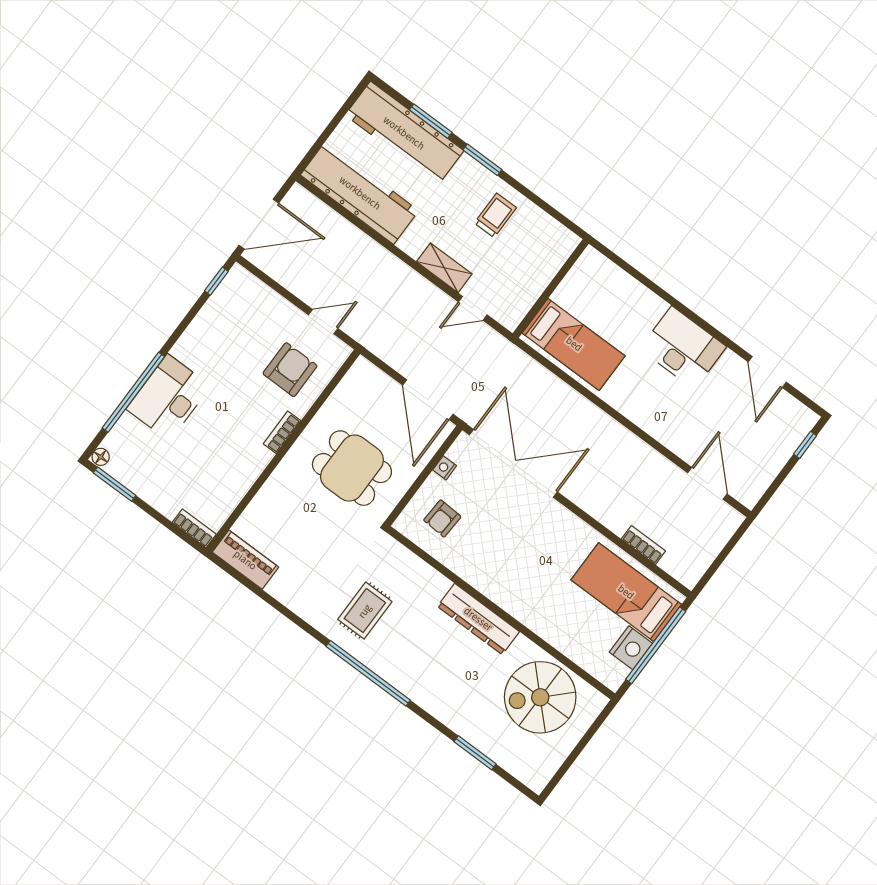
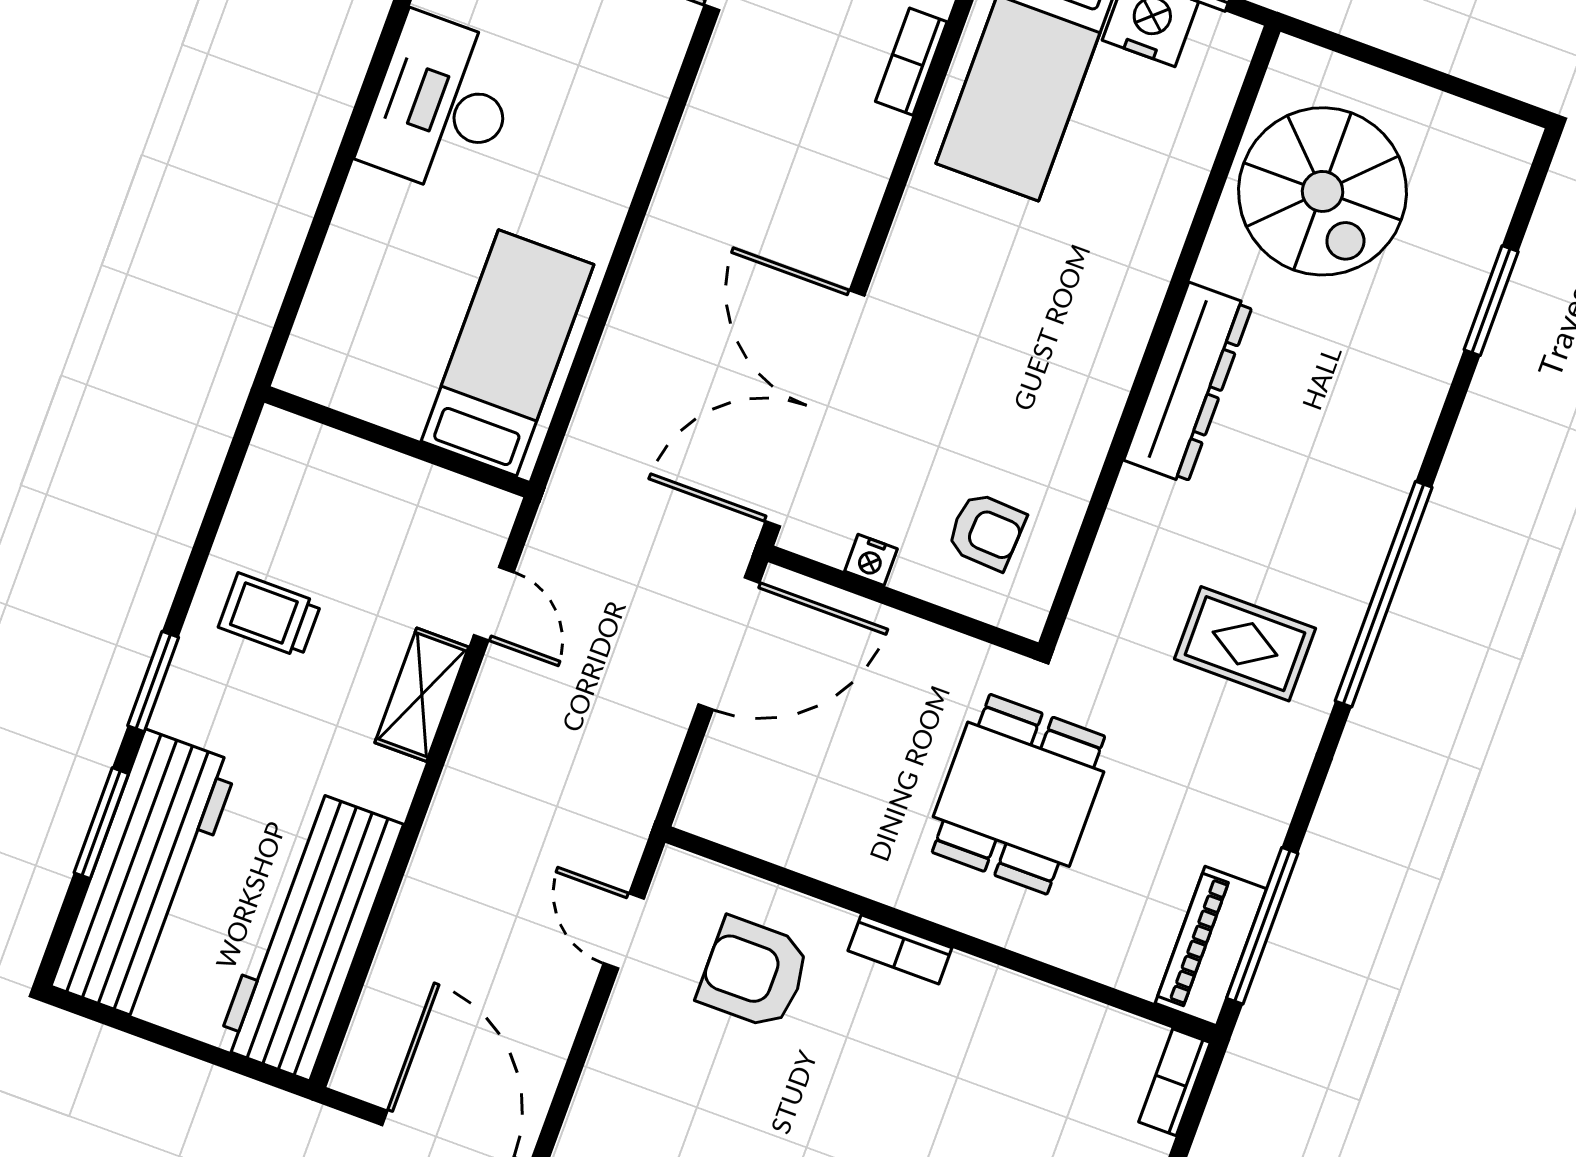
dining table: (352, 468) -> (1018, 794), moved
window: (247, 583) -> (1262, 926), added

